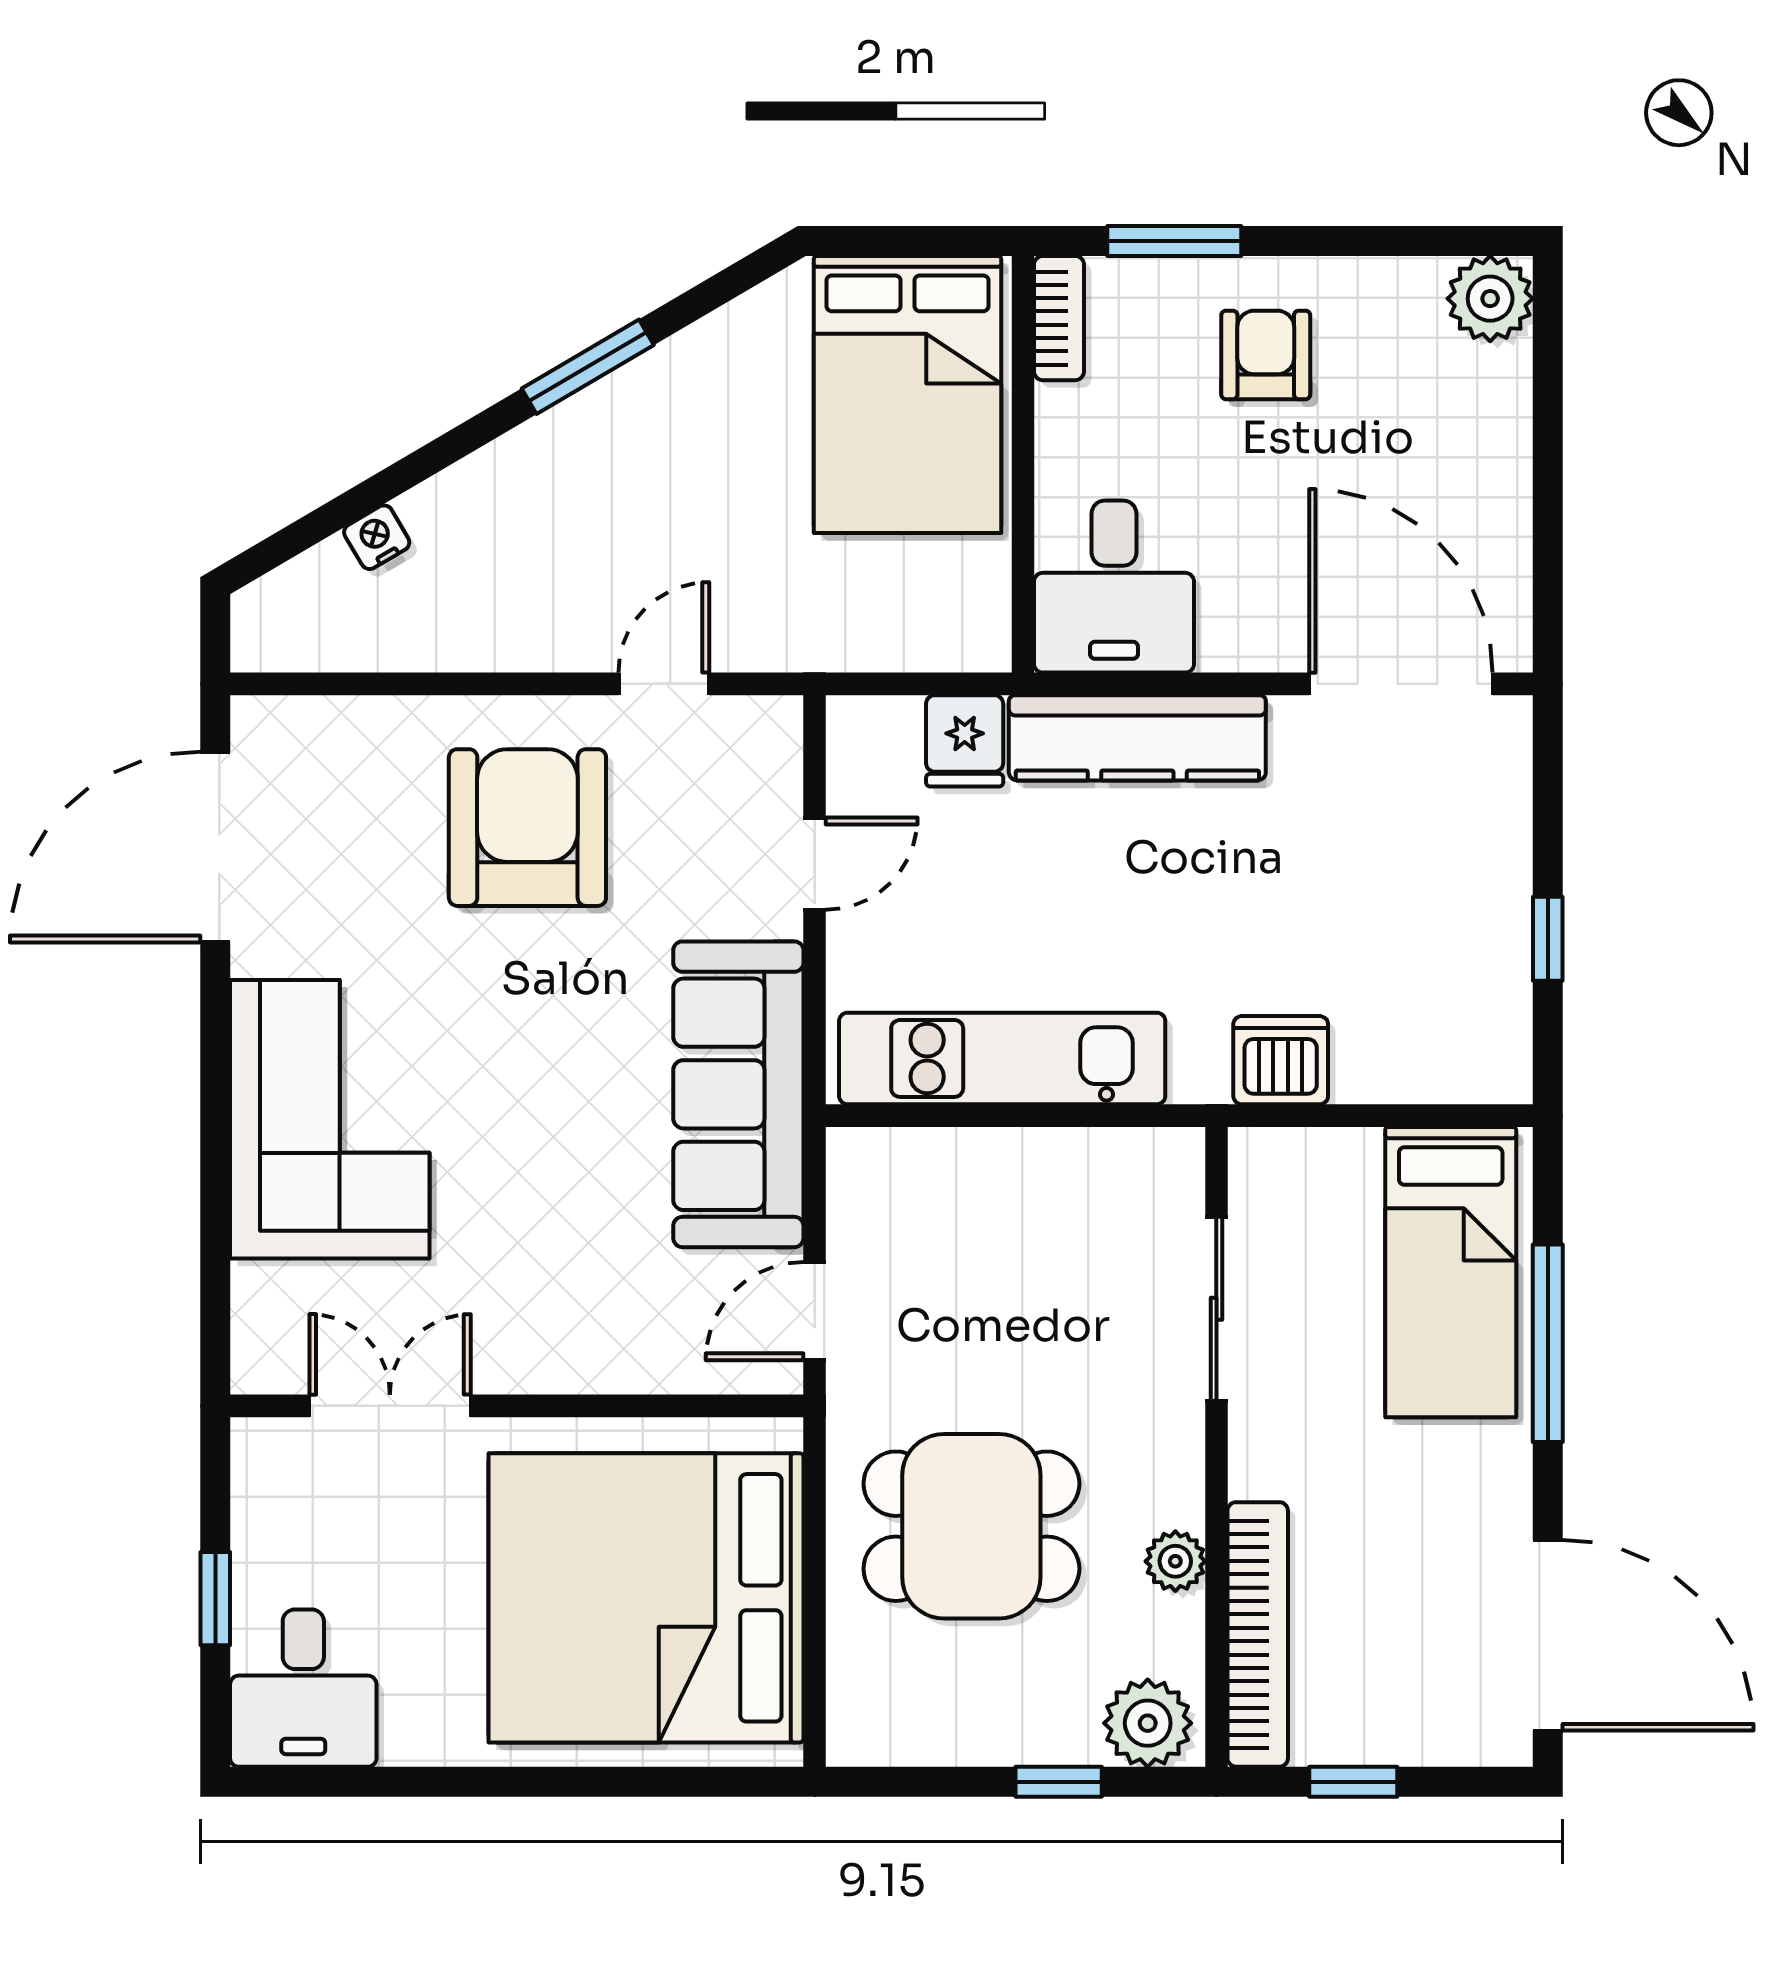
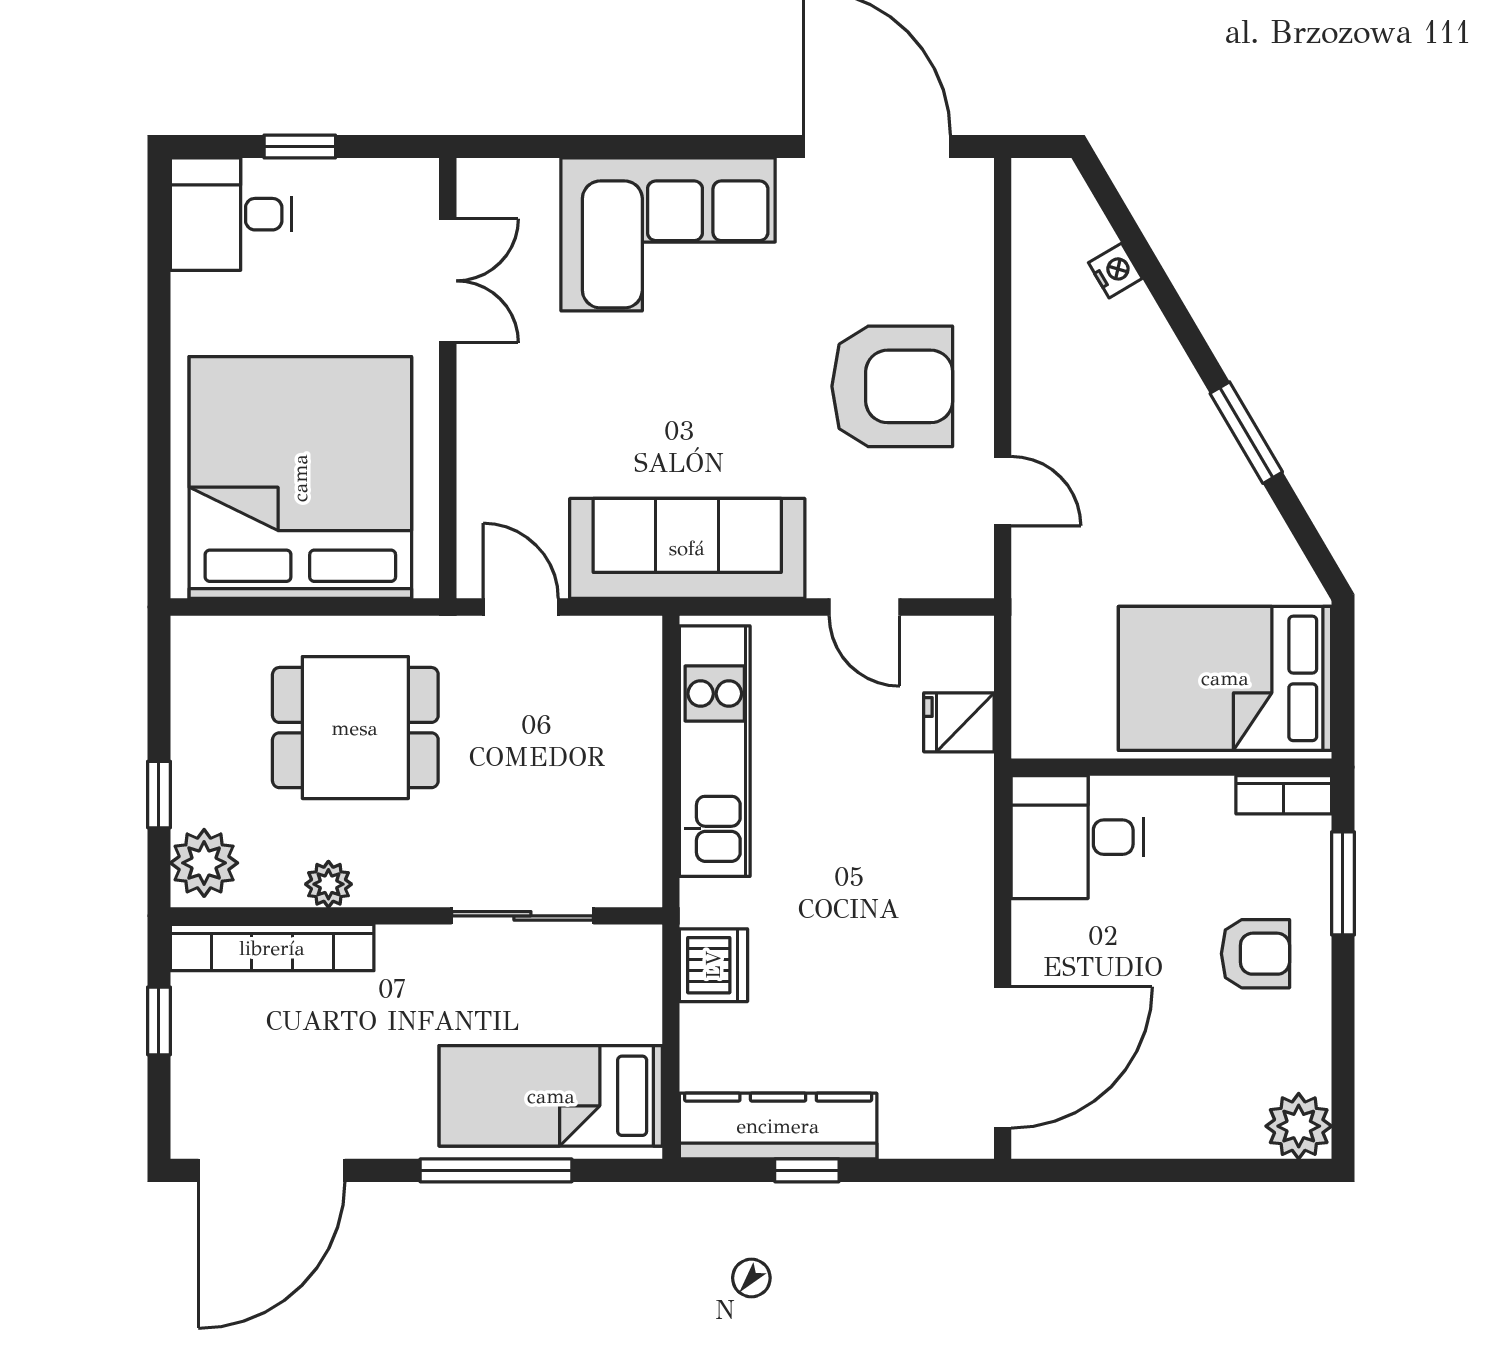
kitchen counter: (1137, 738) -> (778, 1126), moved, turned 90
dining table: (971, 1526) -> (355, 728), turned 90

